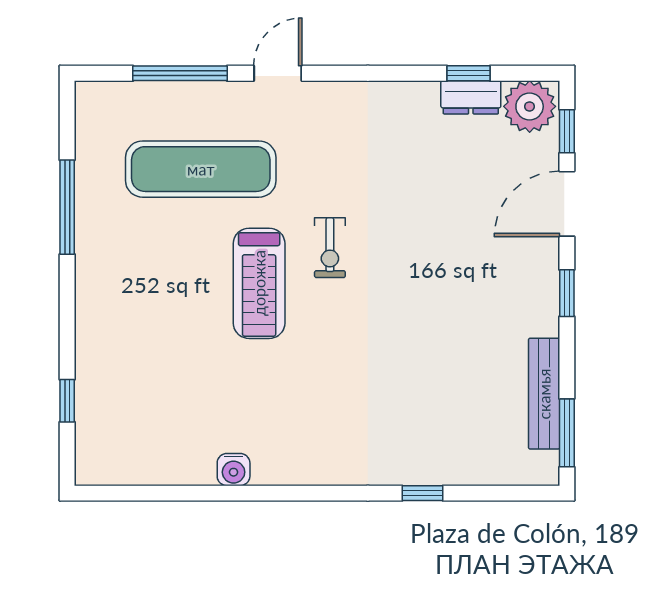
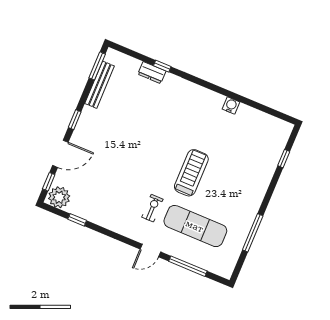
dresser: (471, 97) -> (152, 73), moved, turned 180
exercise bike: (330, 248) -> (152, 208), moved

